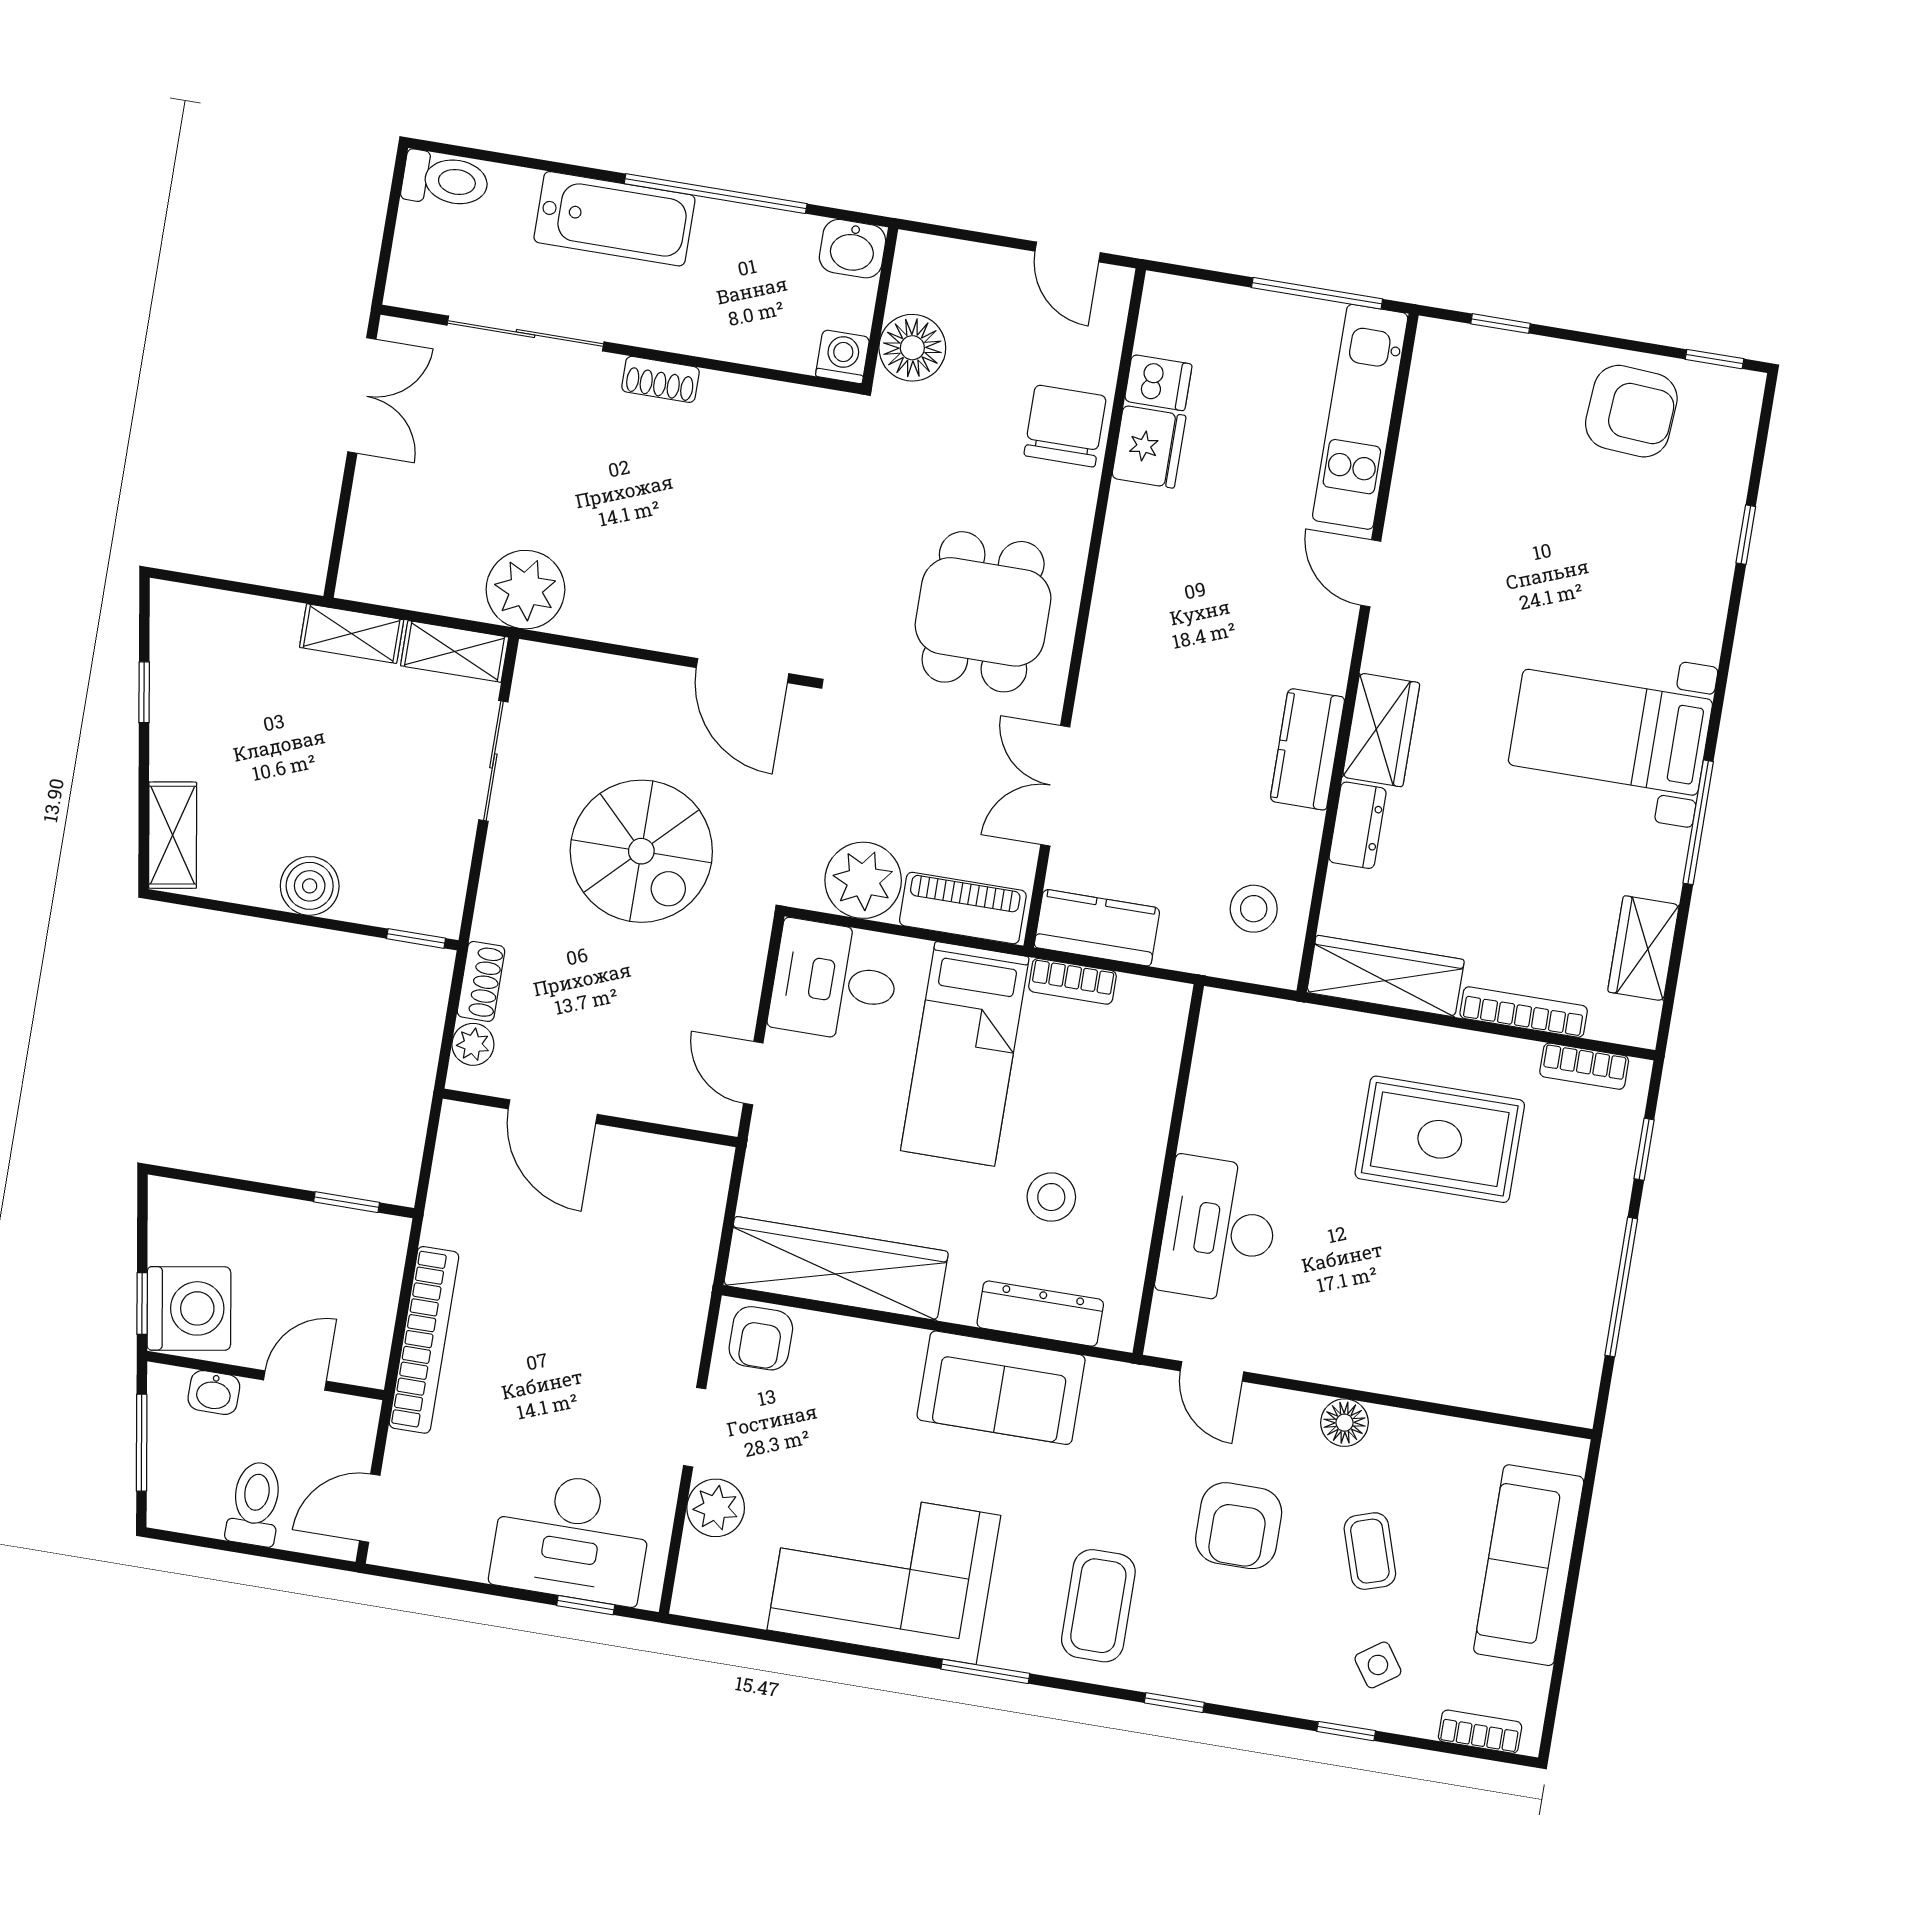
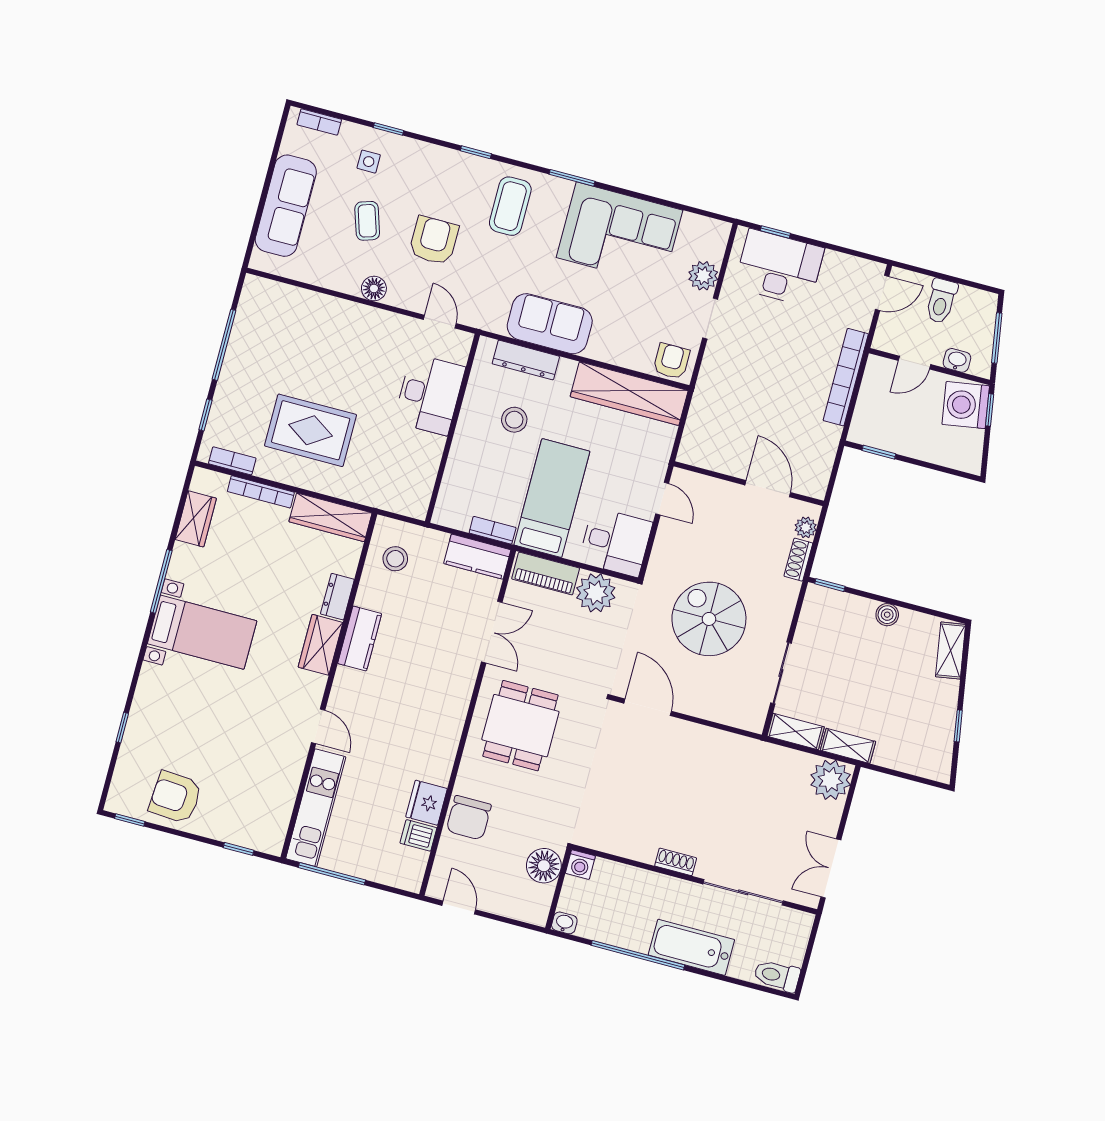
washbasin: (852, 249) -> (564, 923), width x0.72, depth x0.69
plant: (525, 590) -> (831, 780), moved
boiler: (310, 886) -> (887, 615), width x0.73, depth x0.73
side table: (1378, 1665) -> (369, 162), turned 35

